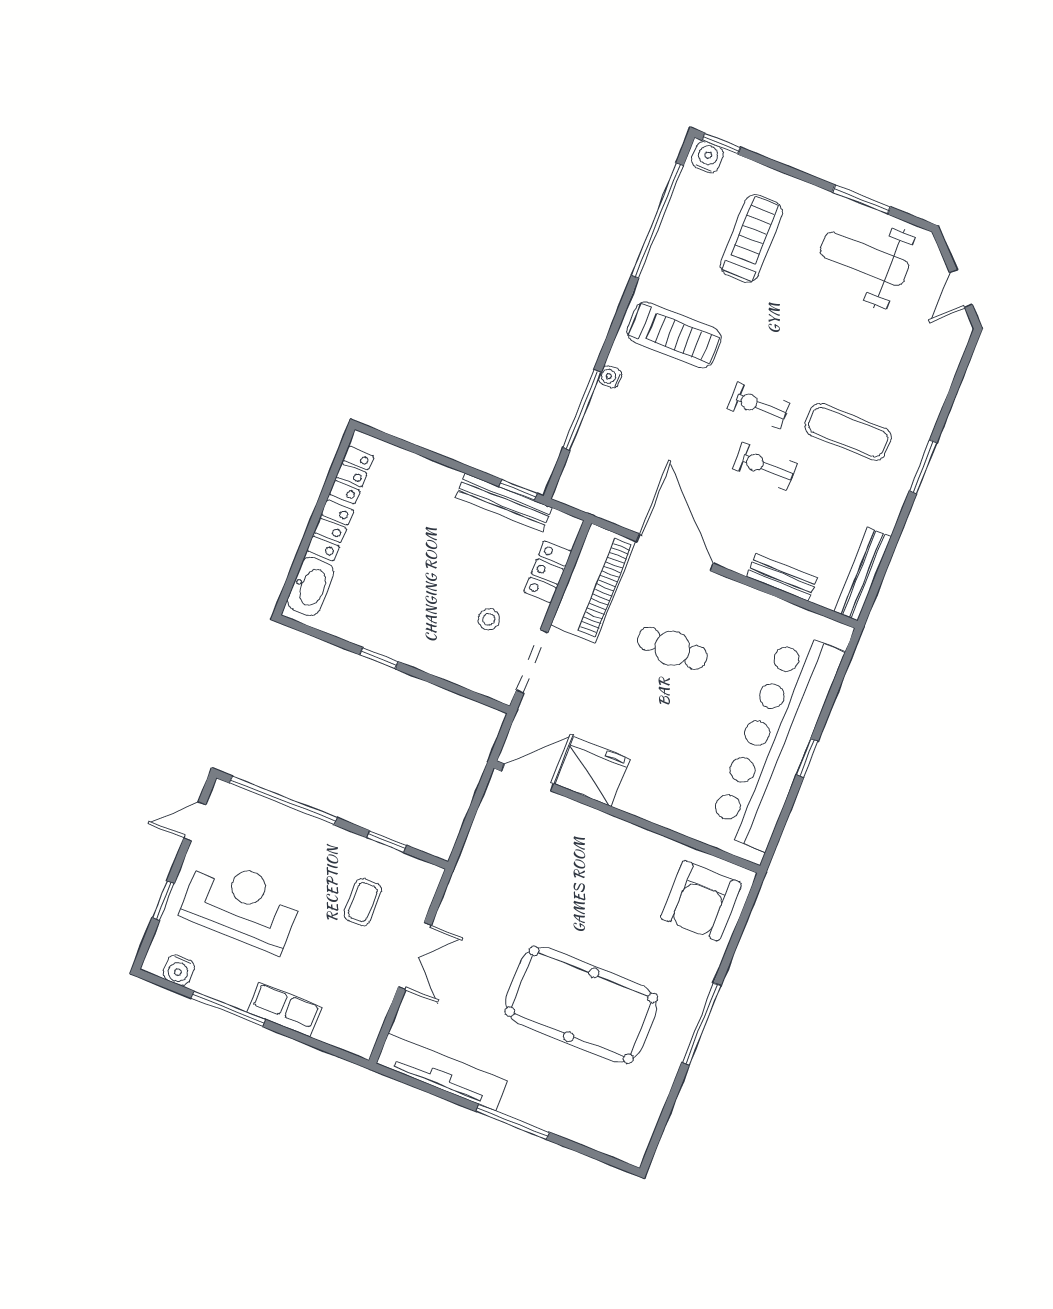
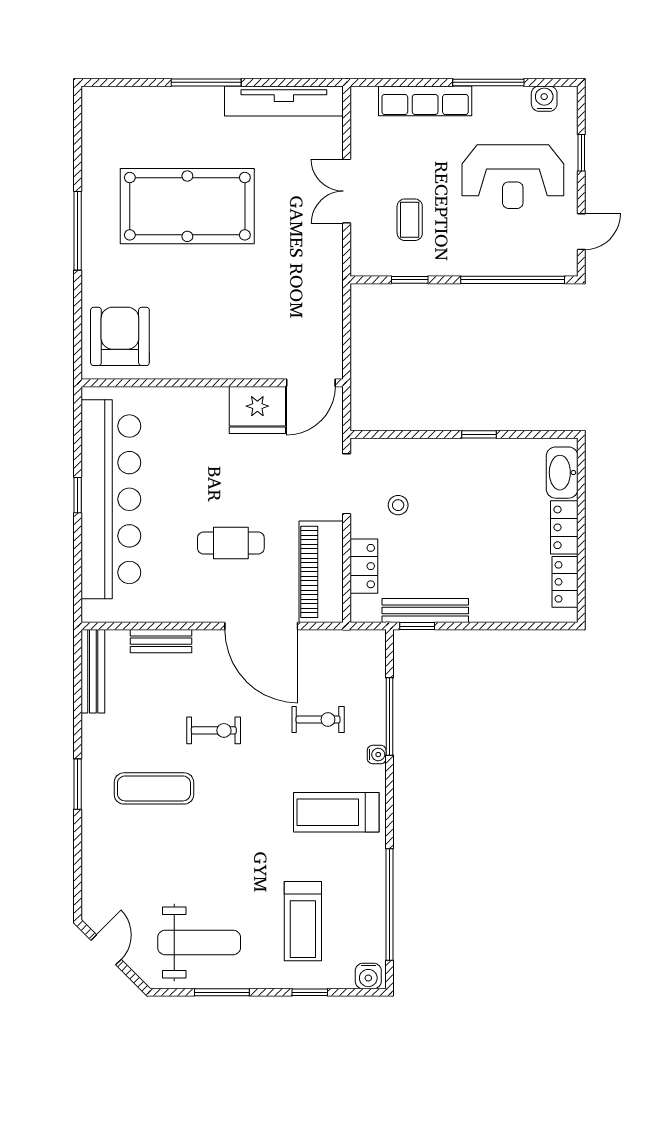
window: (721, 144) -> (310, 992), moved
exercise bike: (759, 406) -> (318, 720), moved
row of seats: (284, 1010) -> (425, 101), width x1.48

